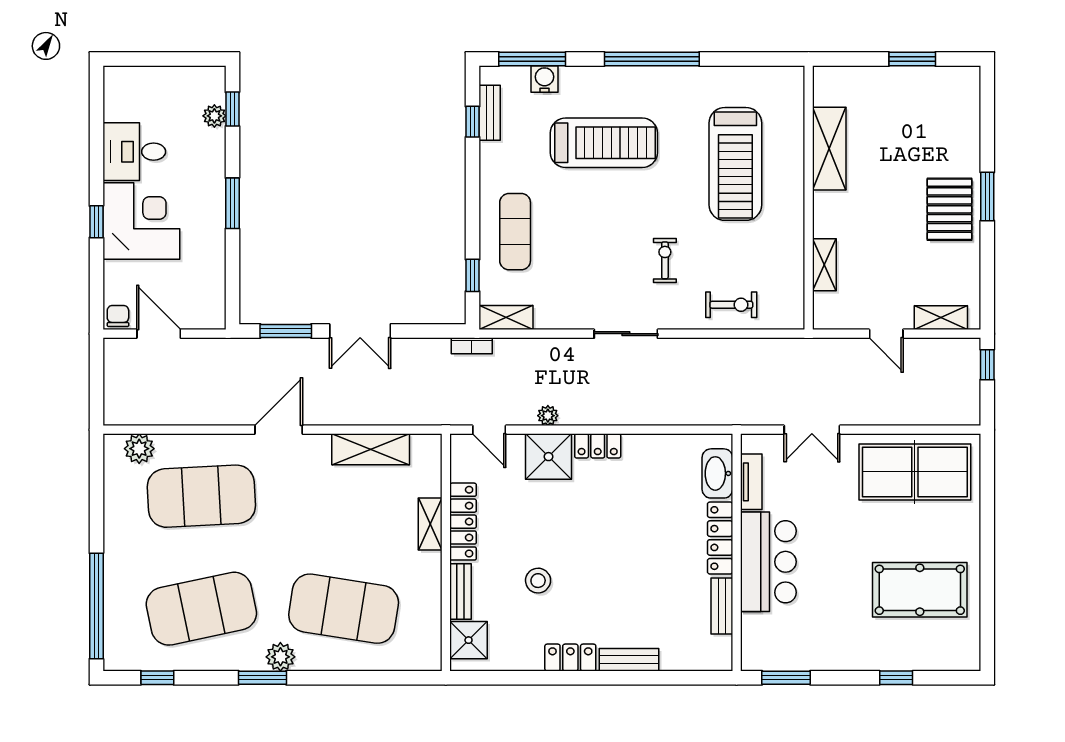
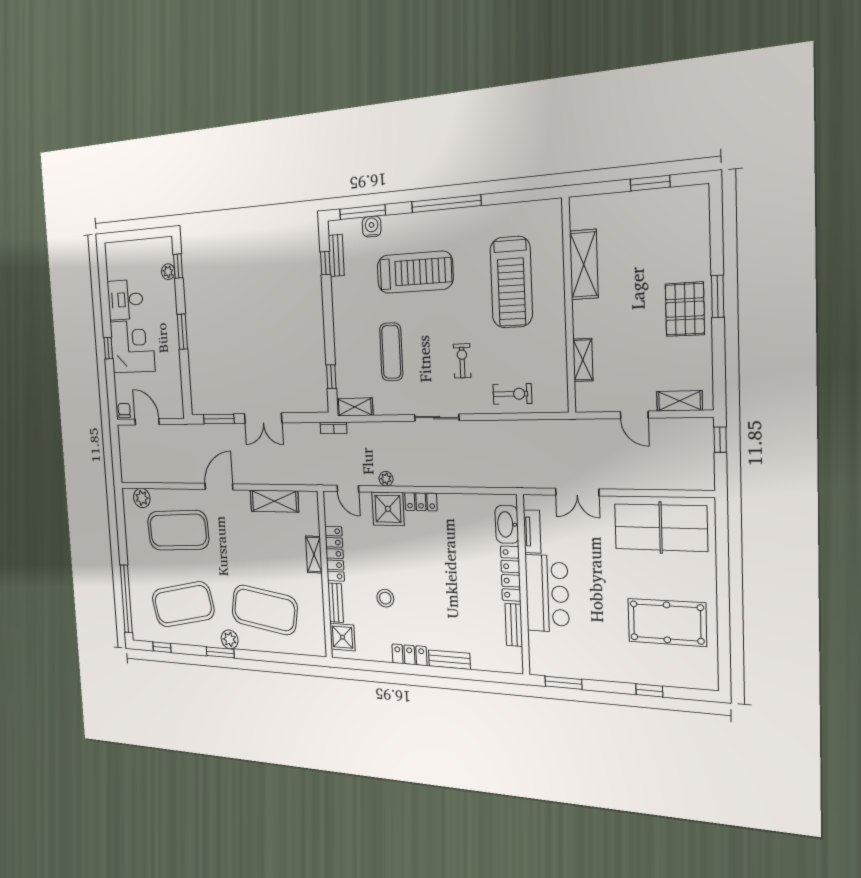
exercise mat: (515, 232) -> (391, 352), moved

